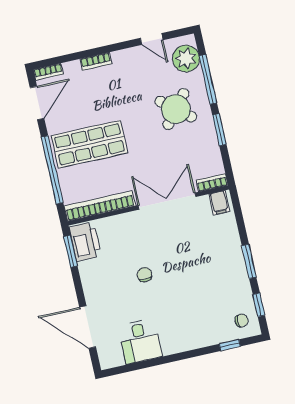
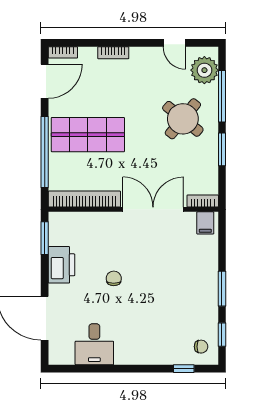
printer: (85, 241) -> (61, 265), moved

